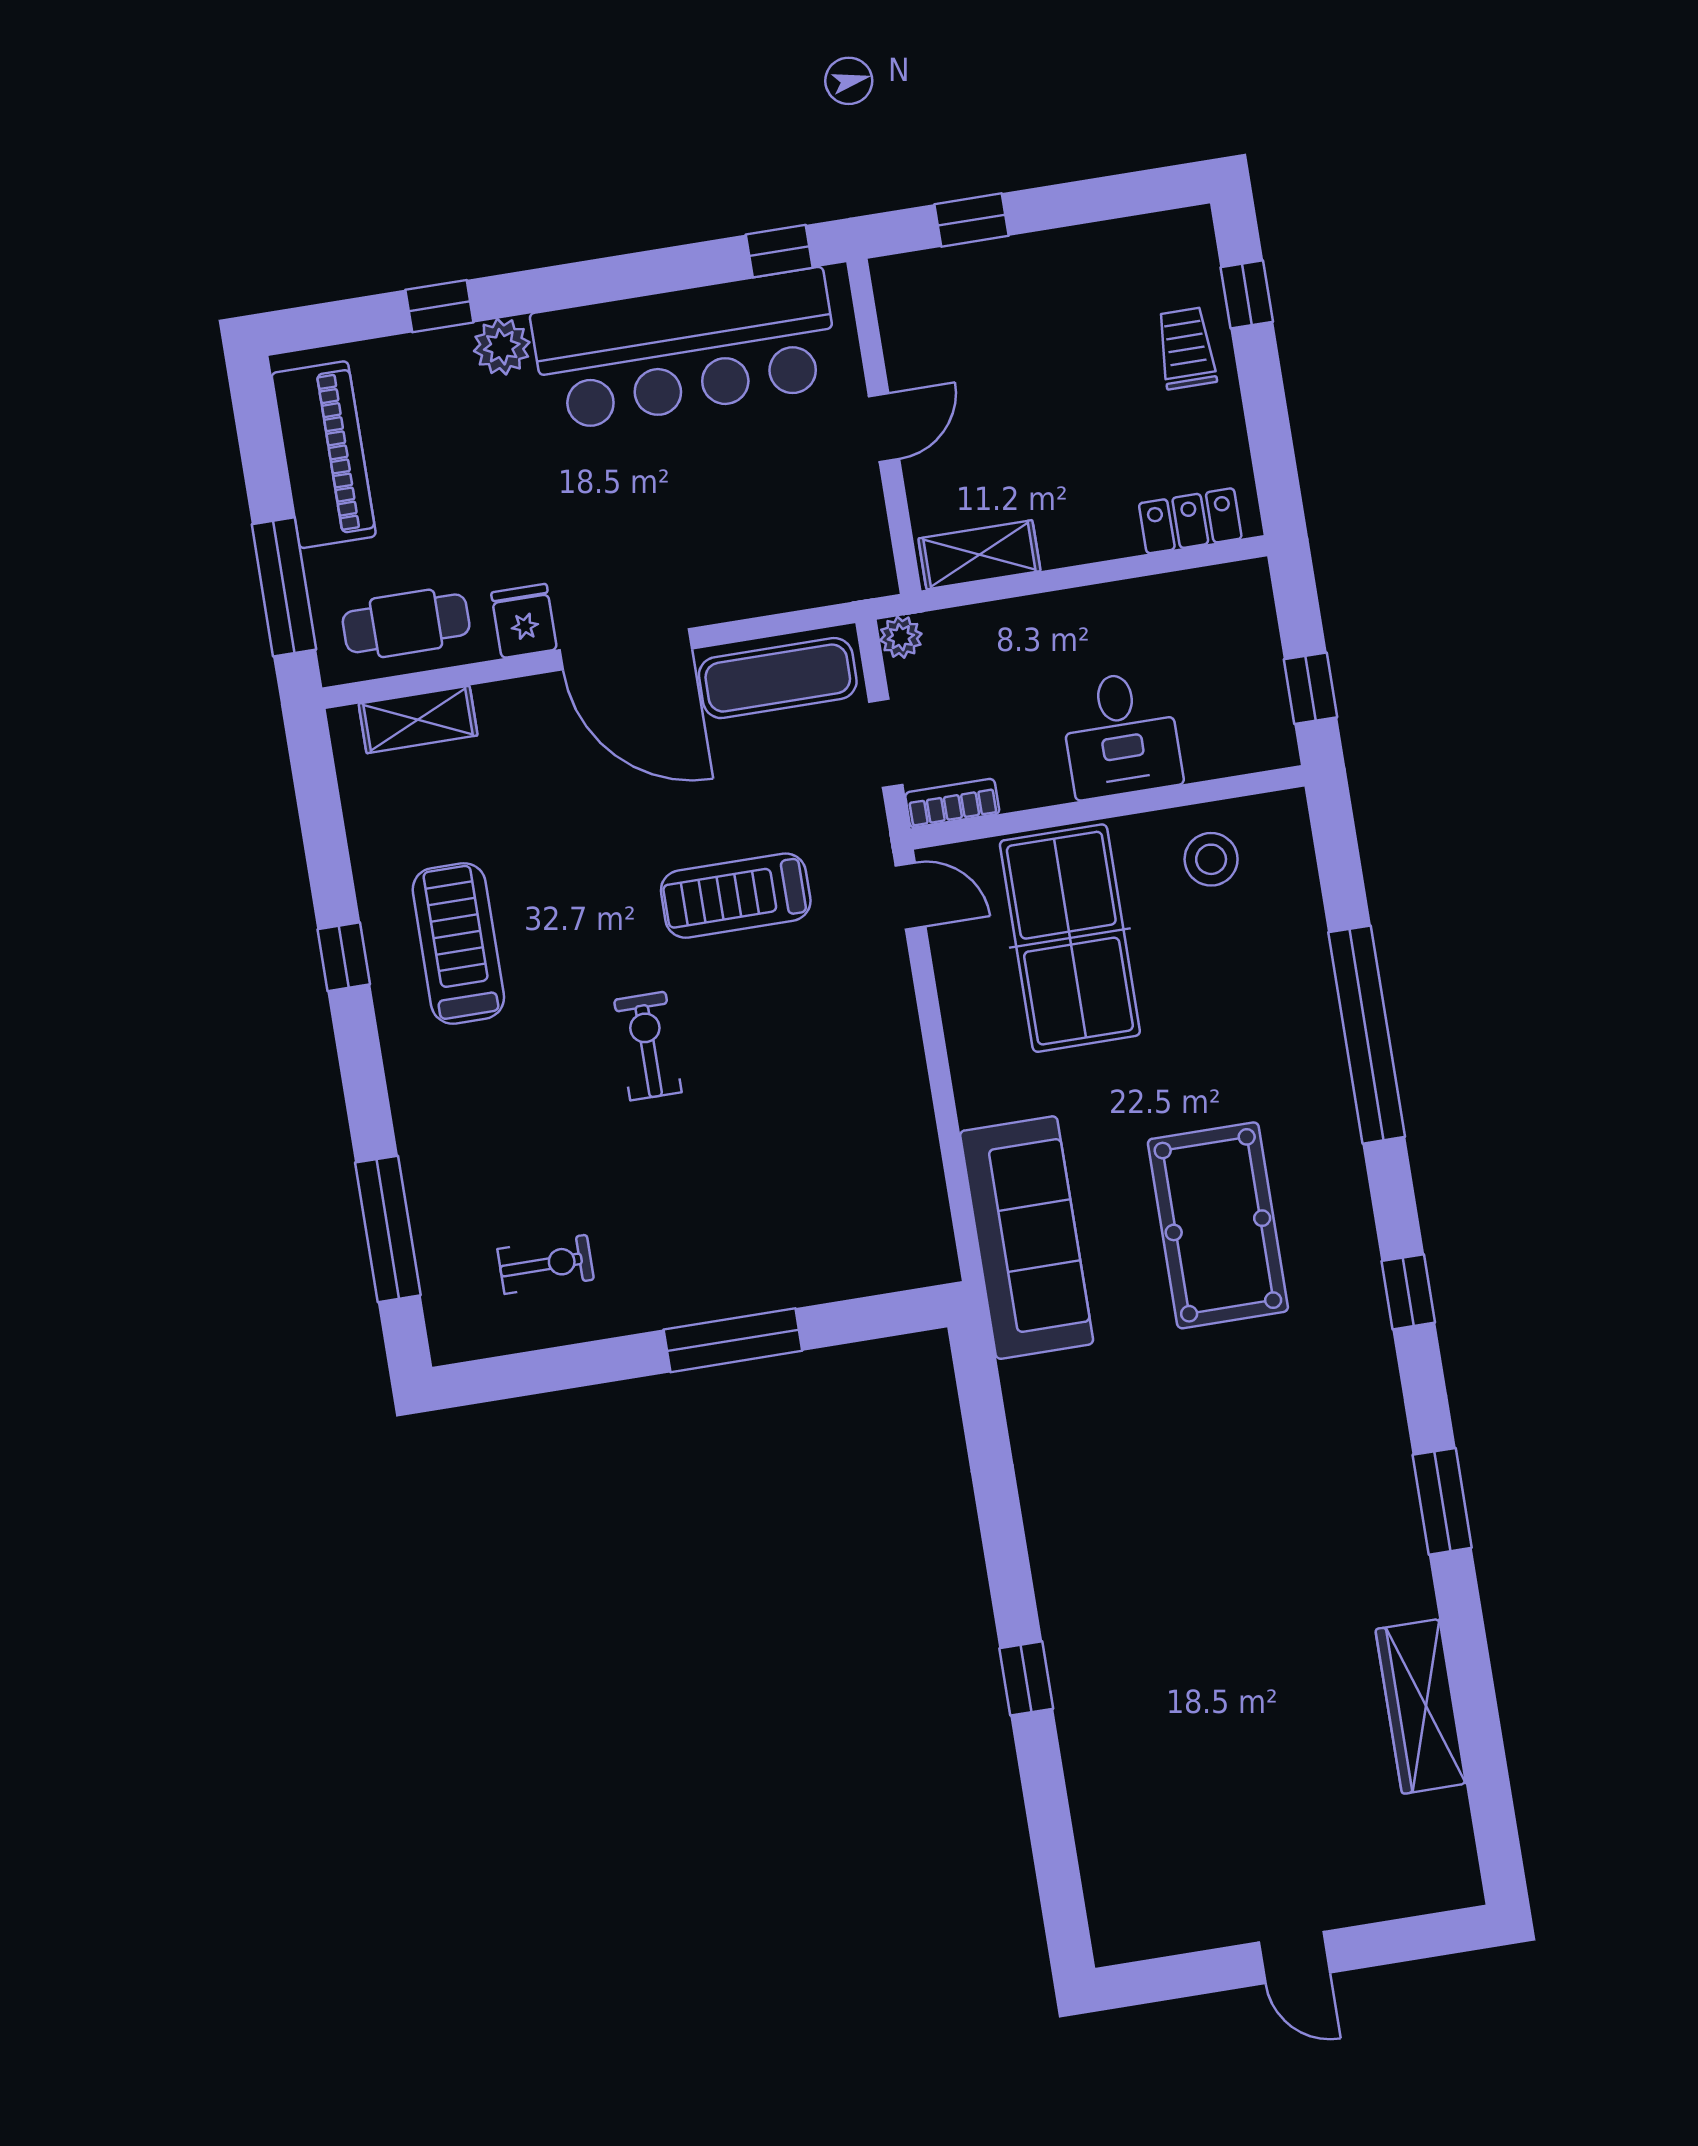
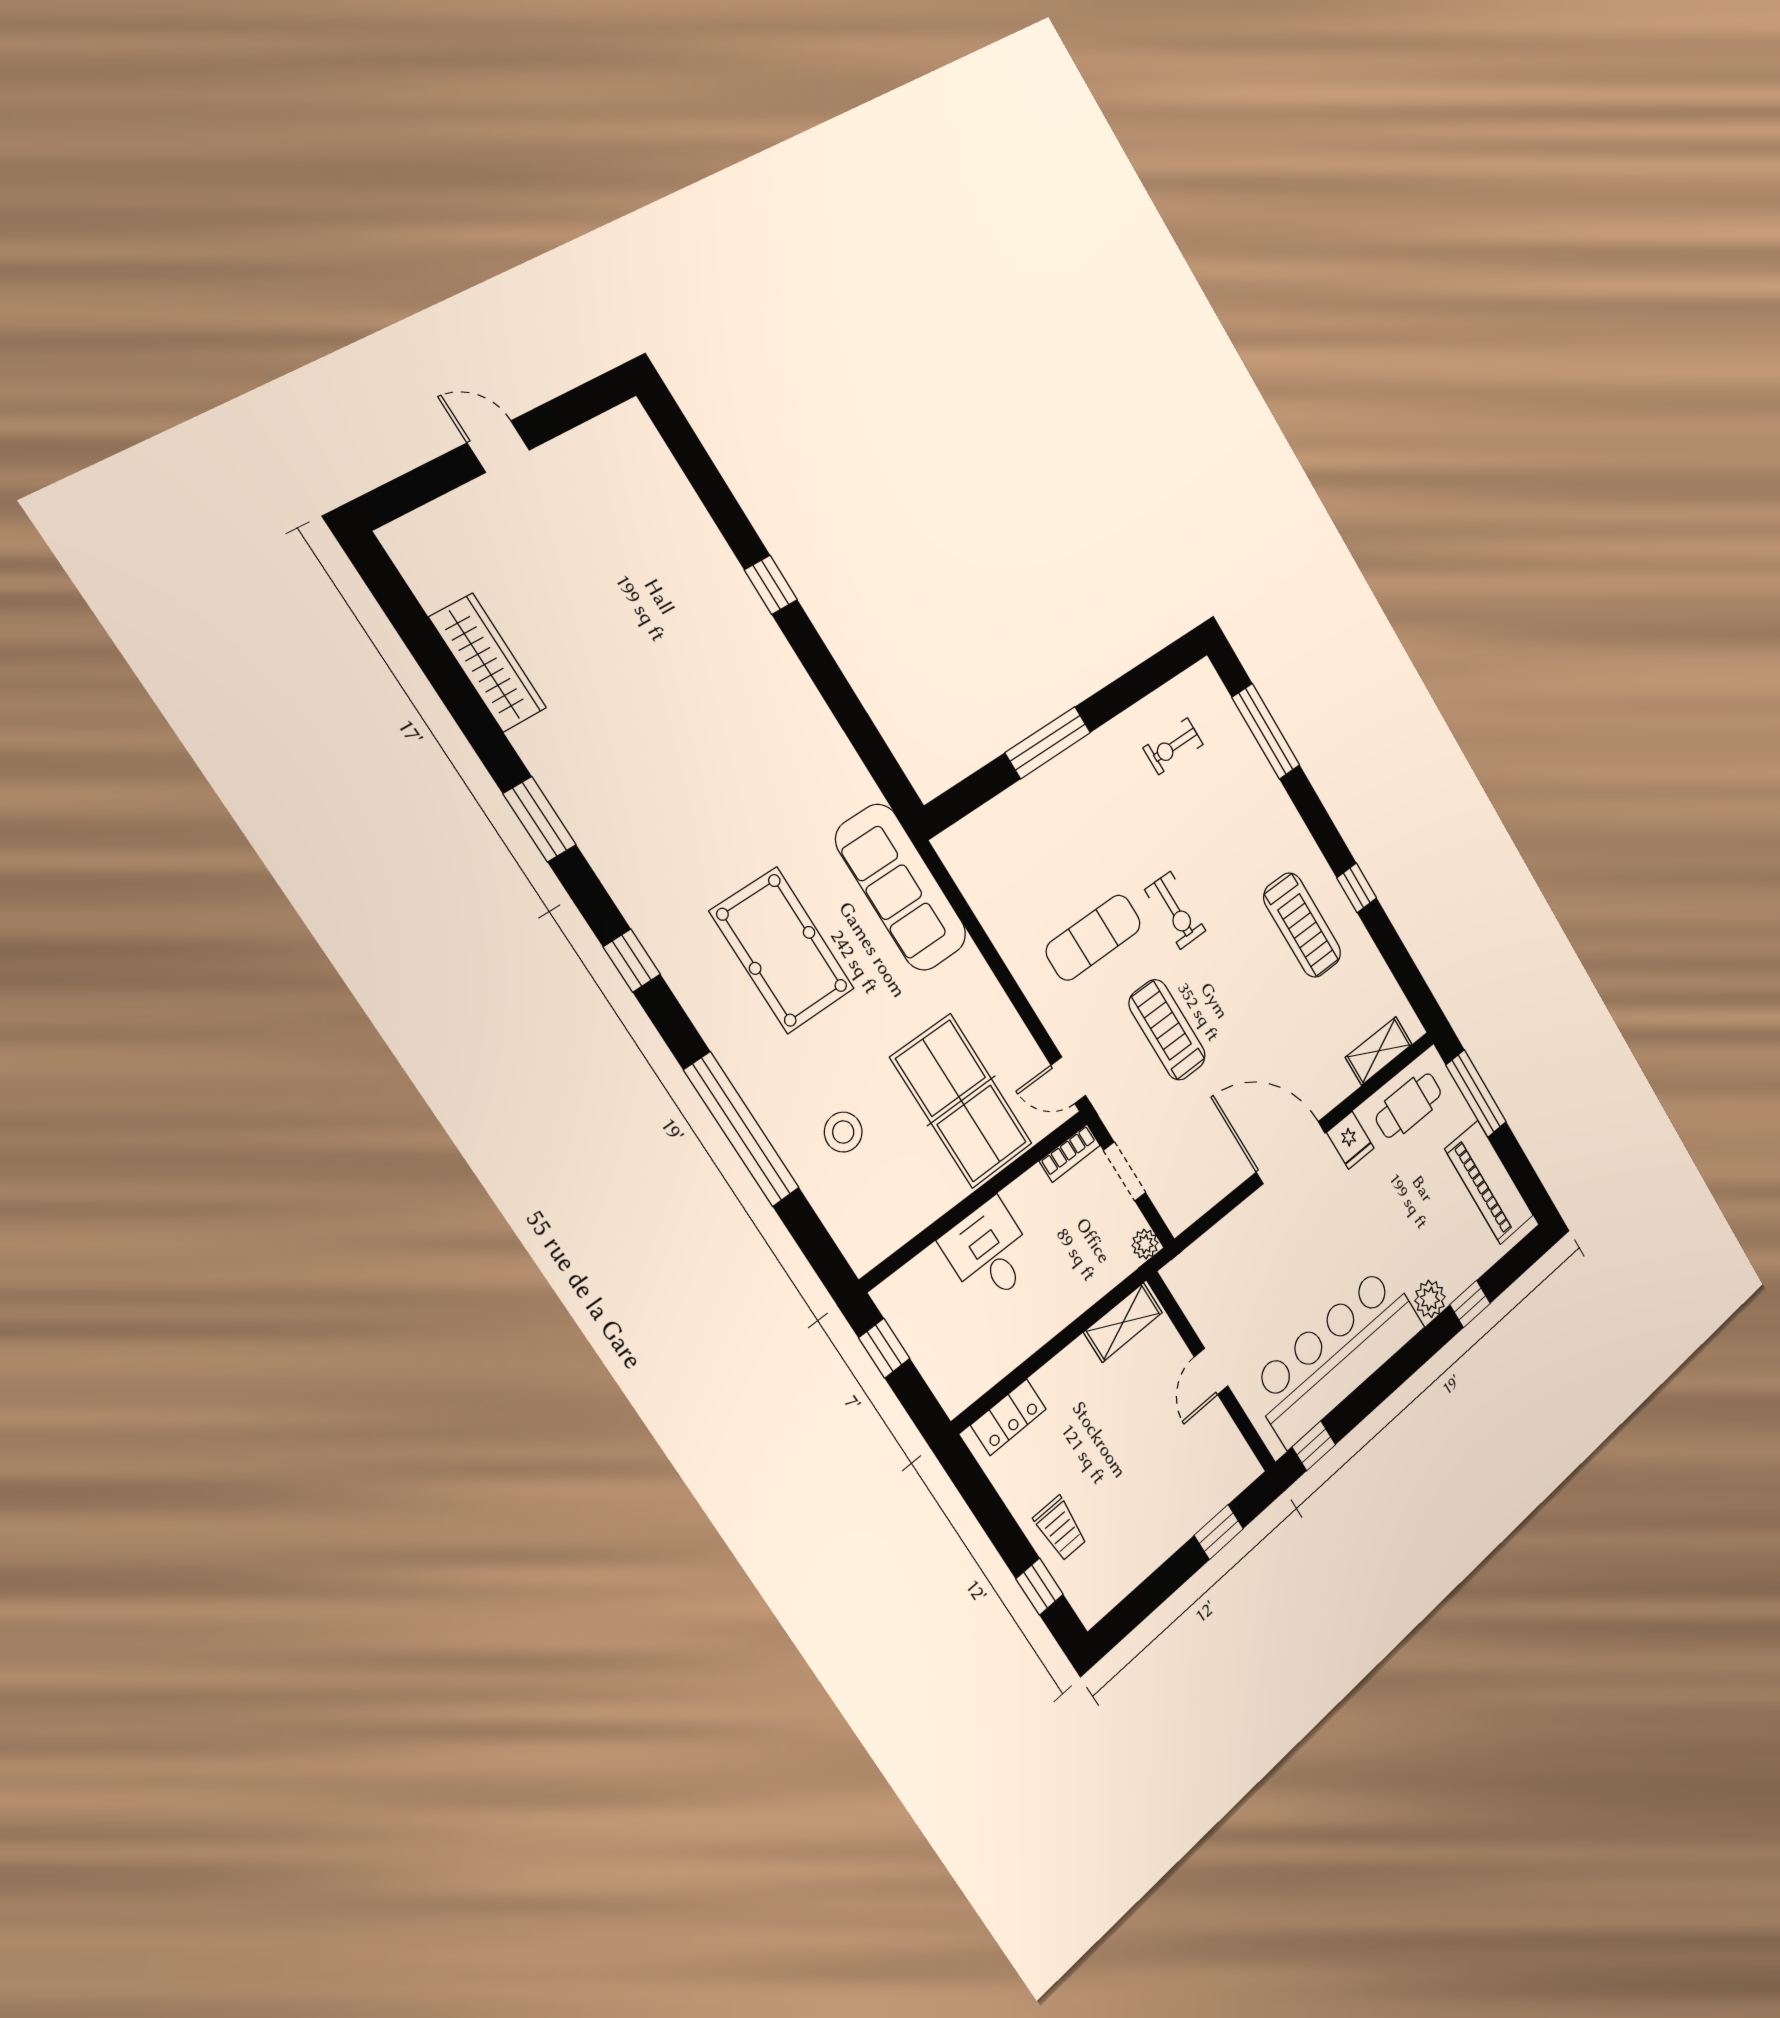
exercise mat: (778, 678) -> (1093, 937), moved
stool: (1211, 859) -> (843, 1132), moved
treadmill: (736, 896) -> (1167, 1030), turned -90

